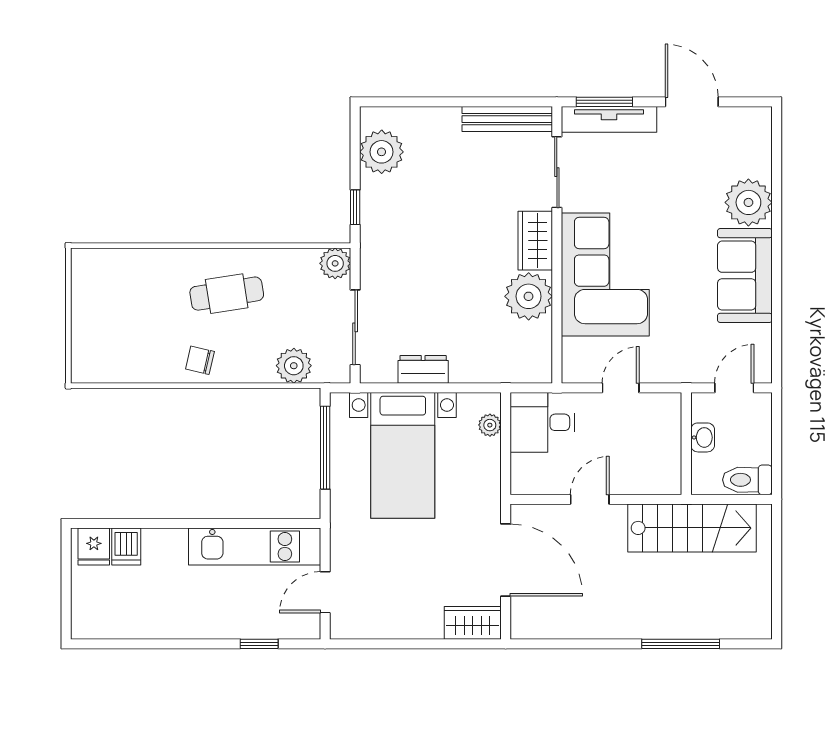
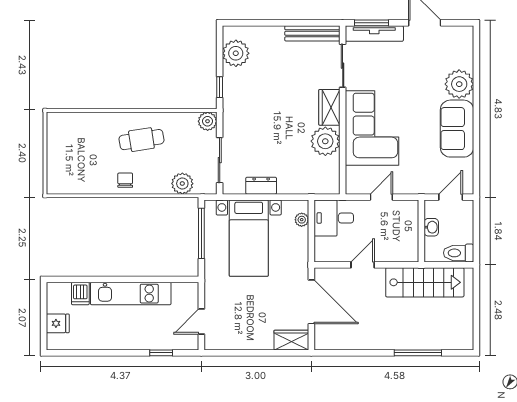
chair: (200, 360) -> (125, 180), turned 77
fridge: (94, 546) -> (58, 323), moved, turned -90
kitchen unit: (255, 546) -> (131, 294), moved

